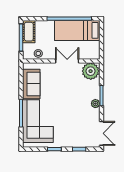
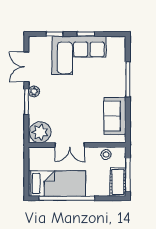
corner sofa: (38, 121) -> (79, 55), moved, turned -90
double door: (101, 133) -> (26, 67), moved

